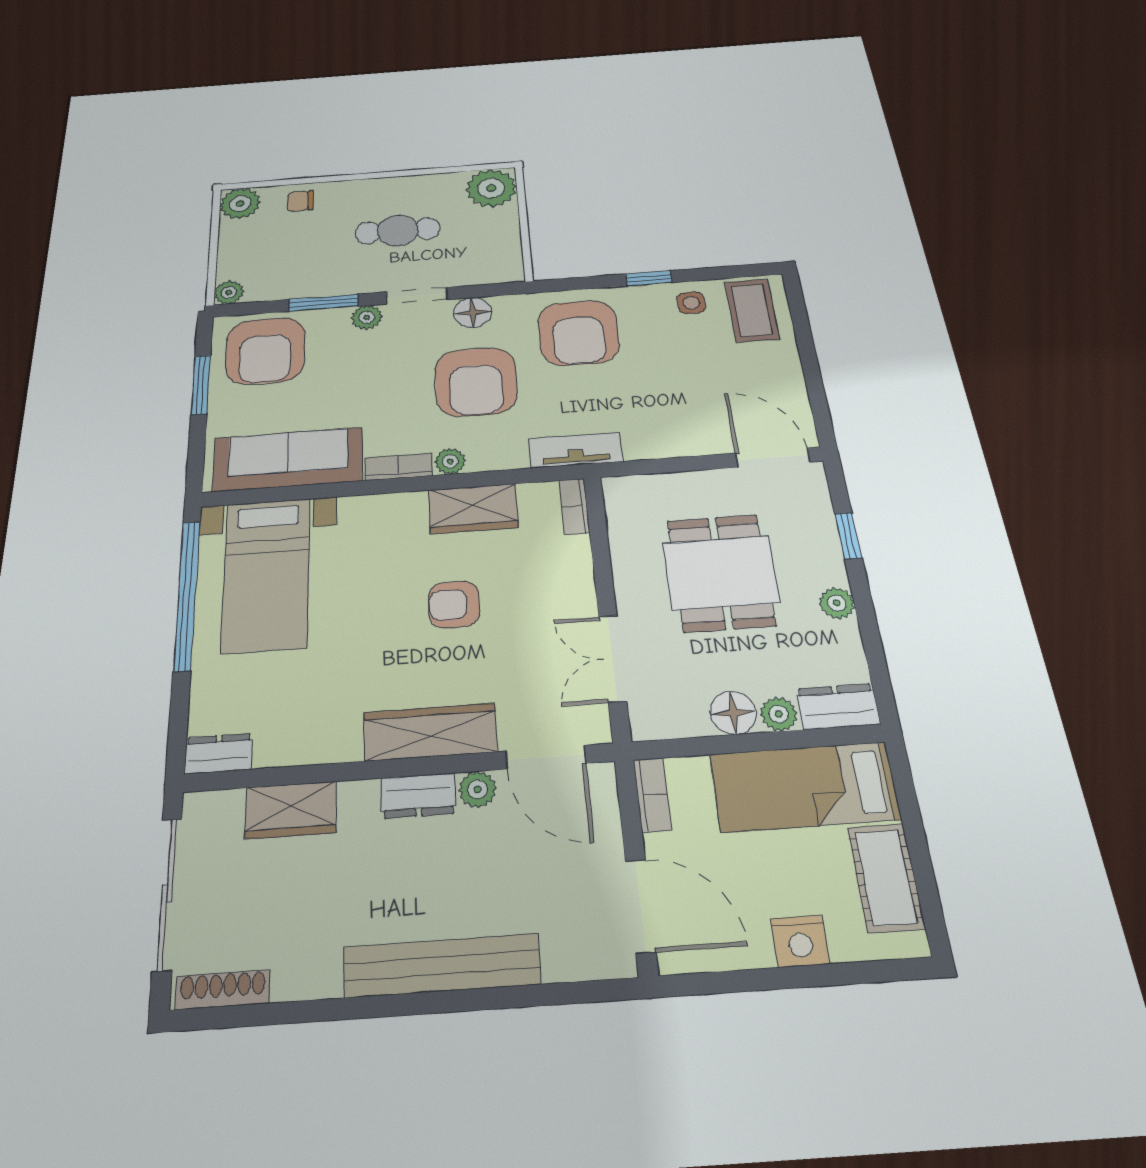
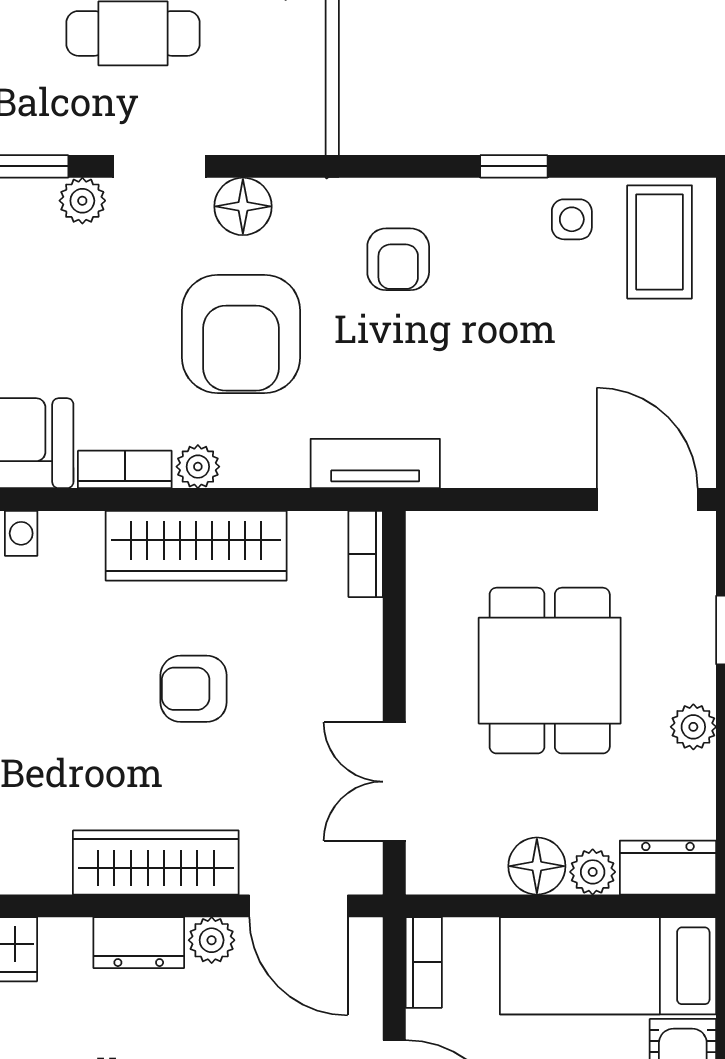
armchair: (578, 333) -> (398, 259), width x0.53, depth x0.53
wardrobe: (473, 509) -> (196, 546), width x1.50

